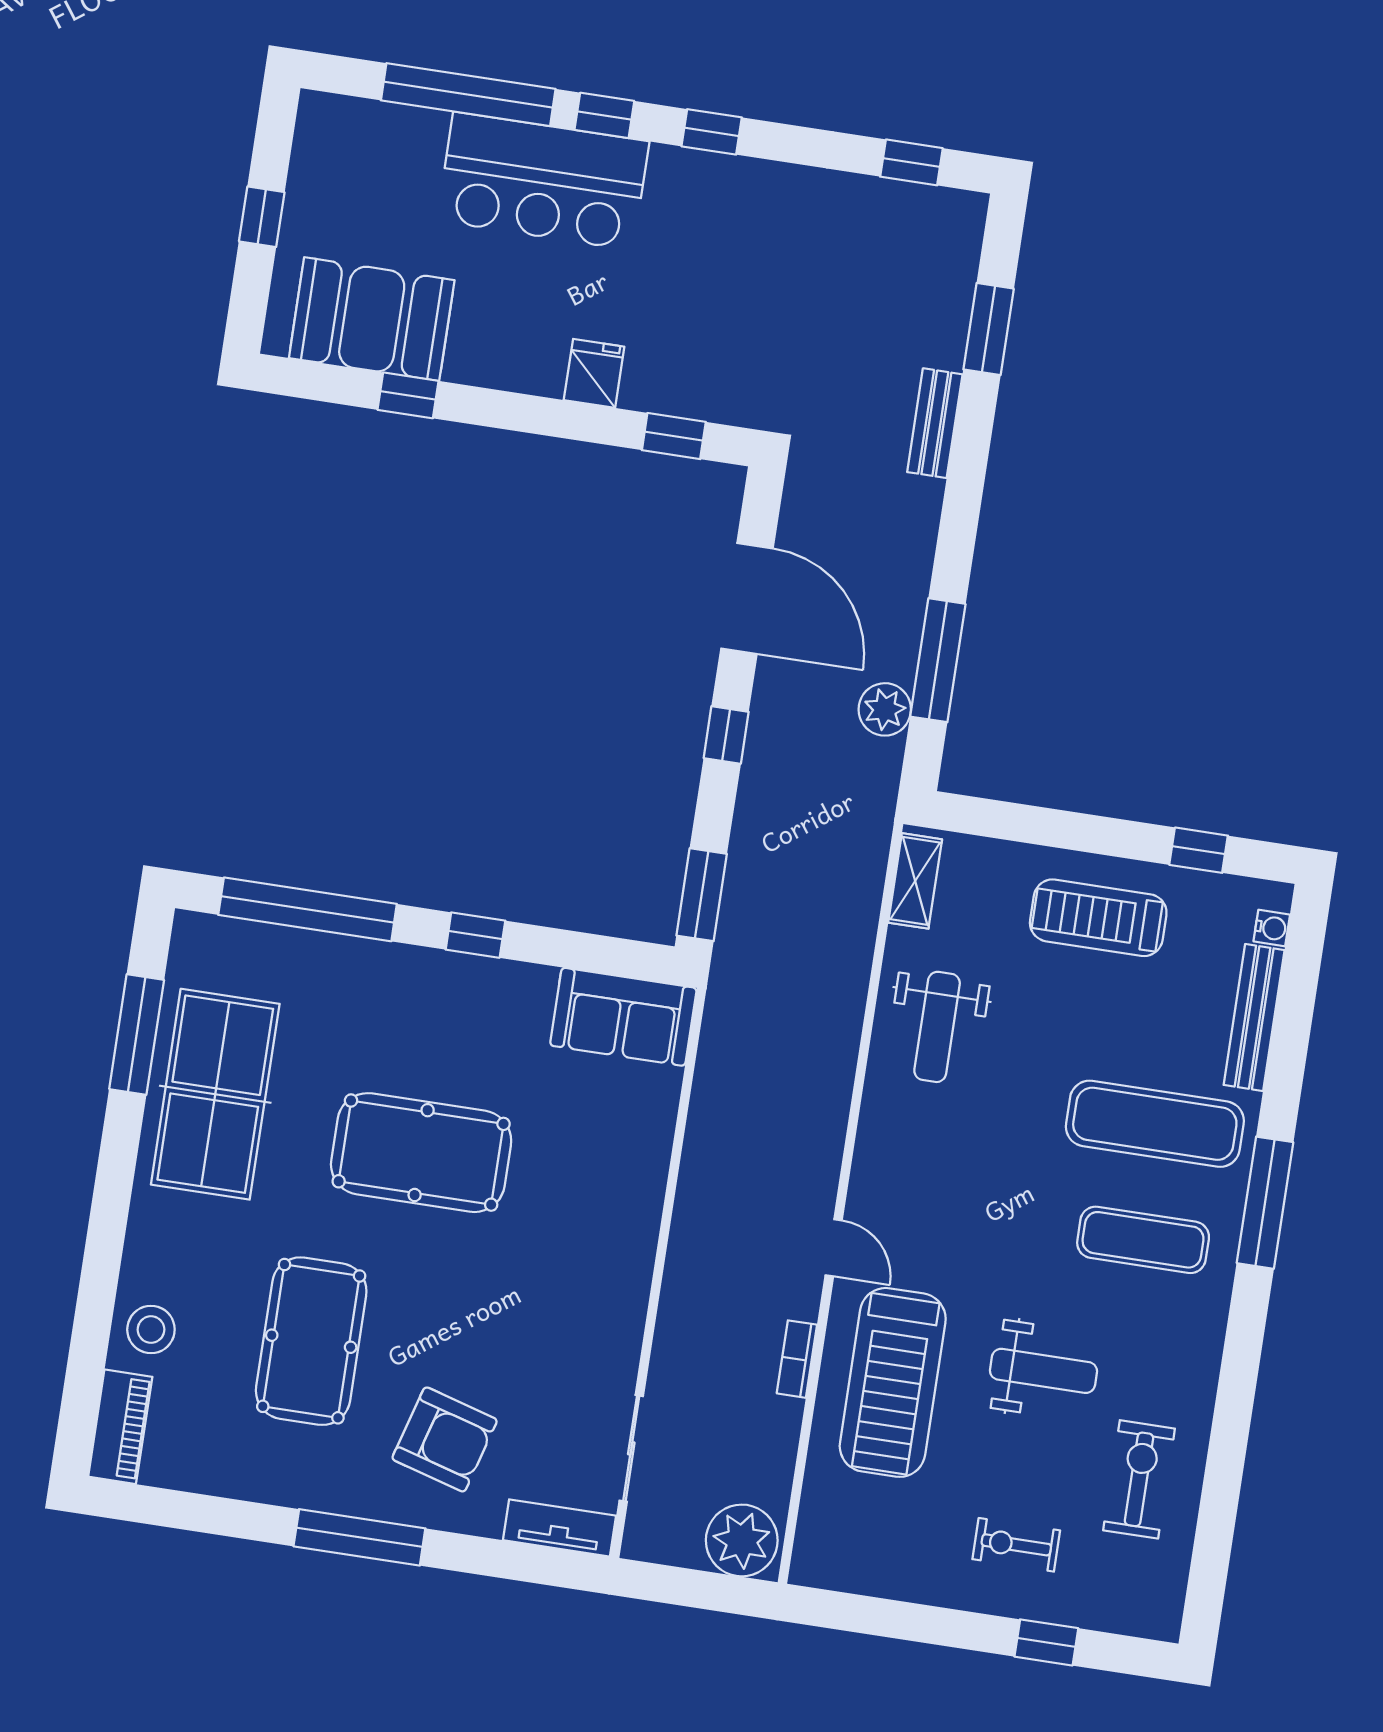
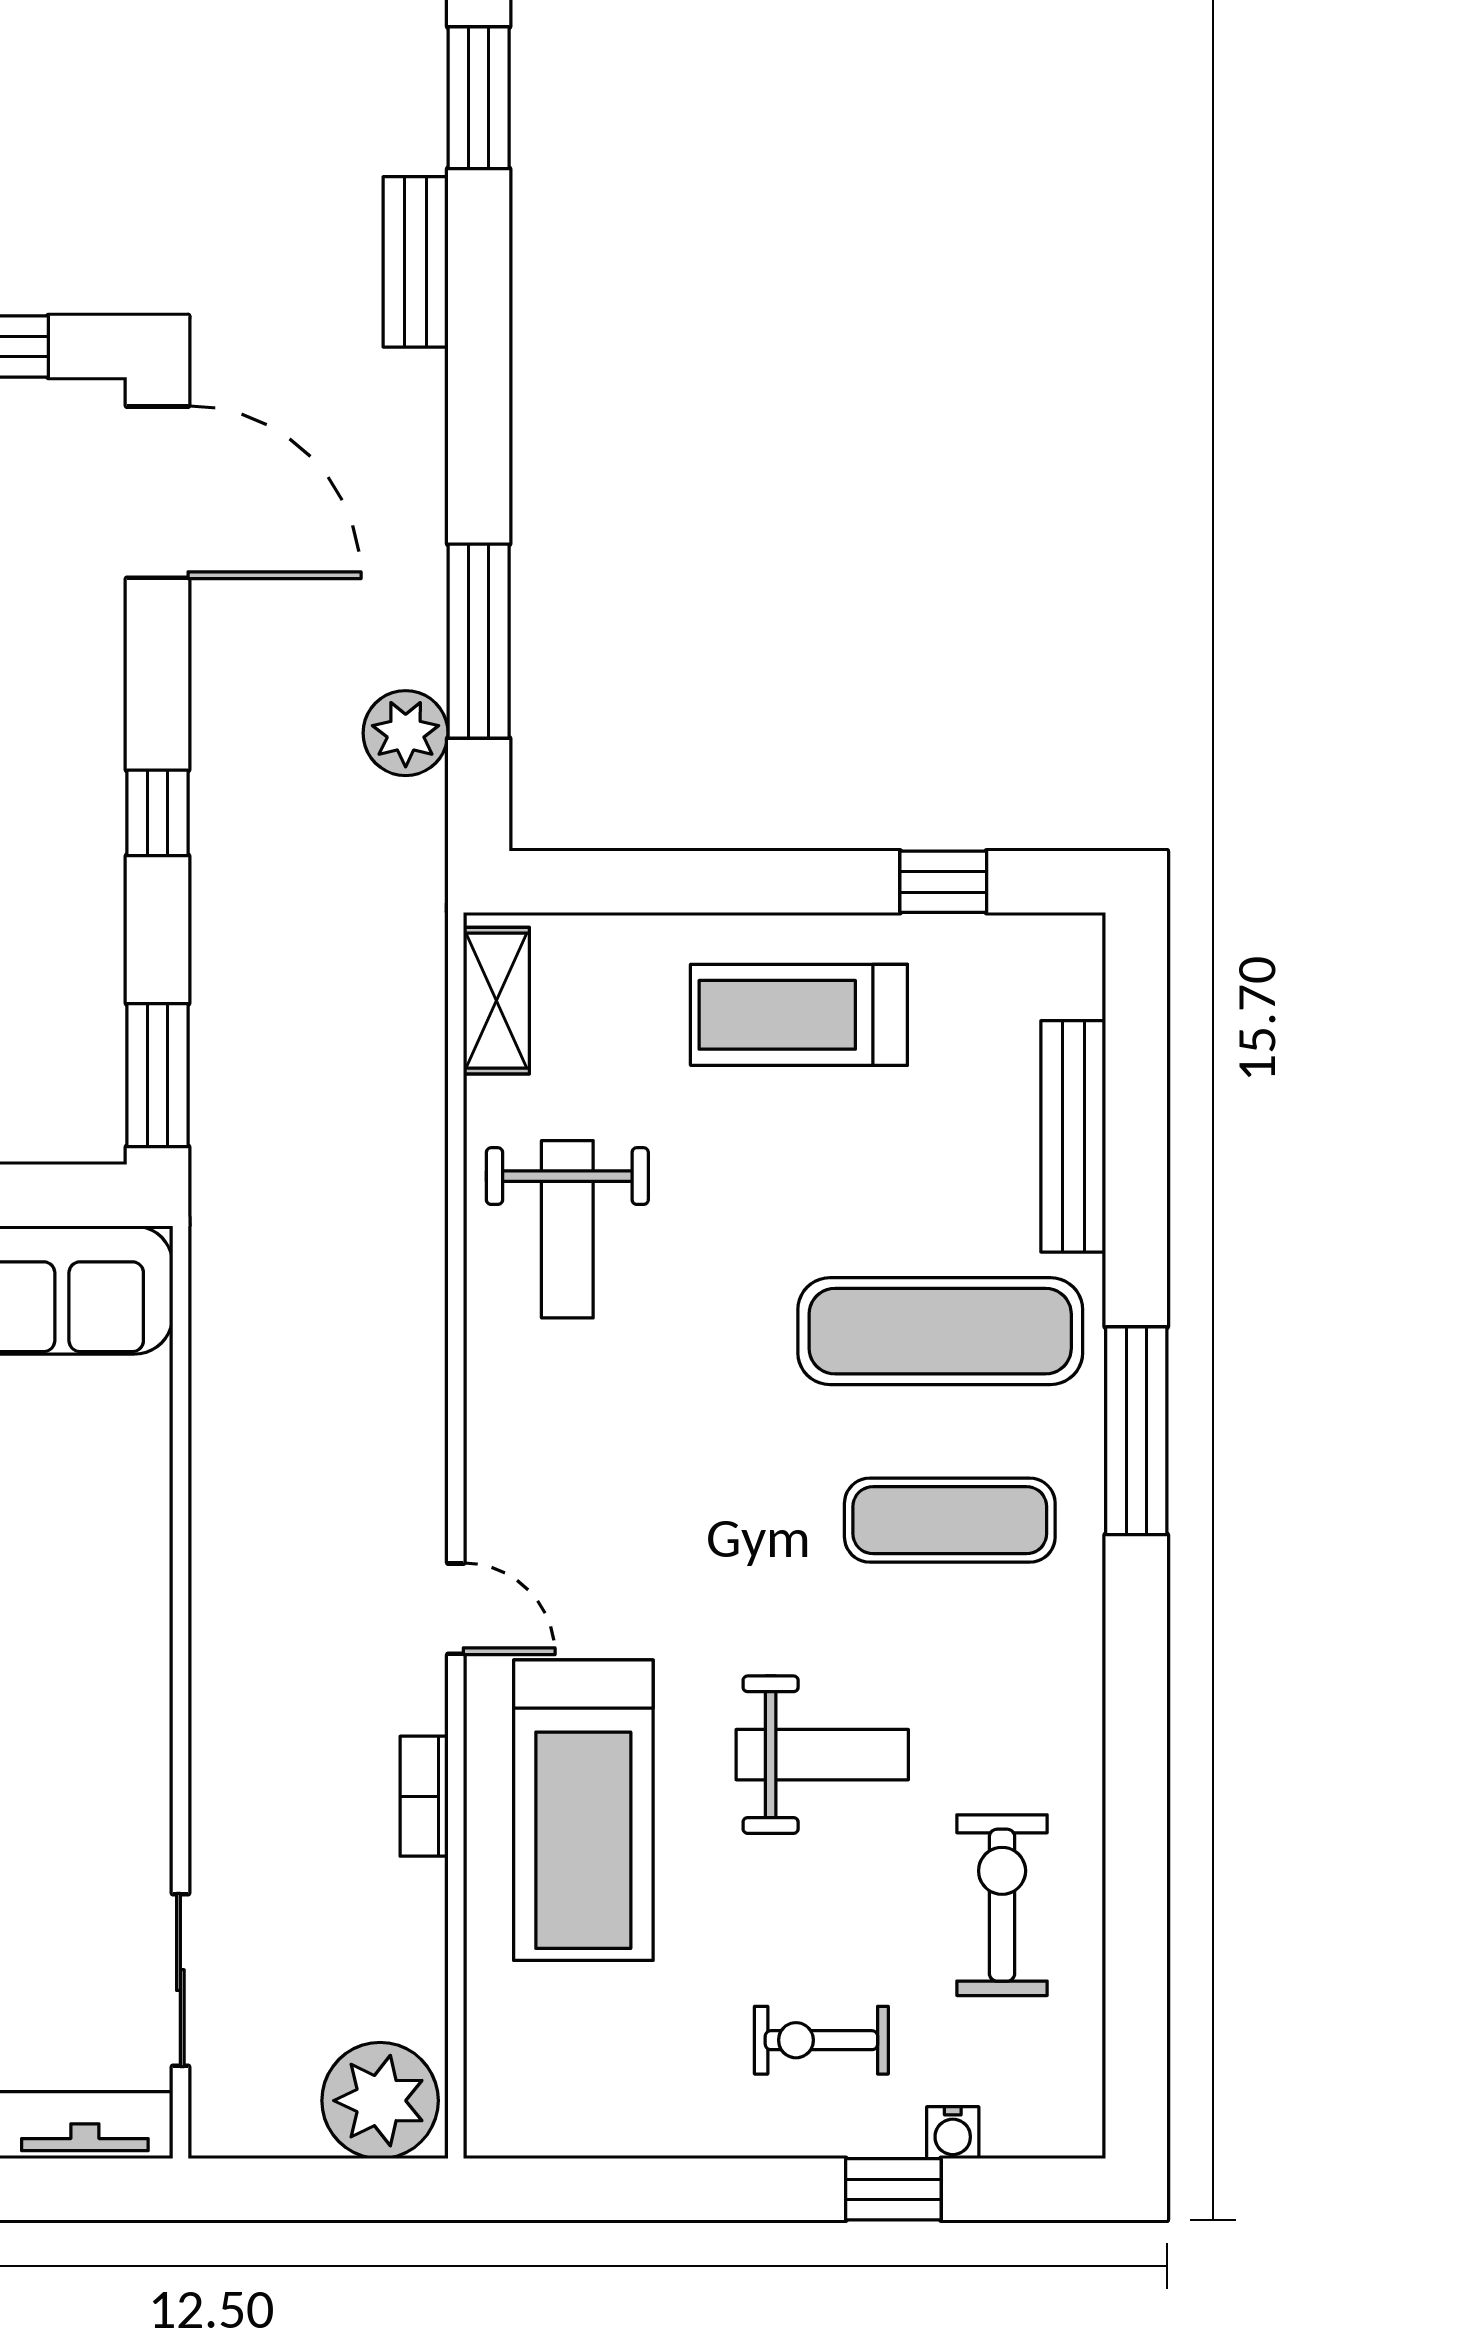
door: (747, 598) -> (157, 492), moved
water cooler: (1272, 928) -> (953, 2133), moved, turned 90

